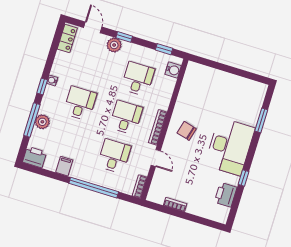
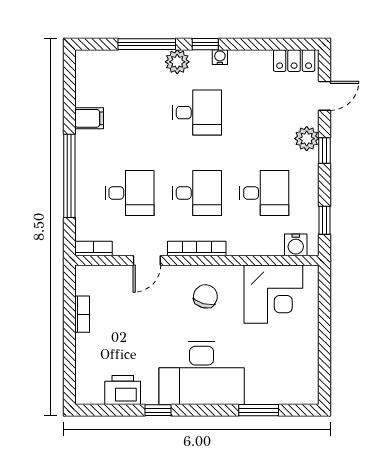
corner desk: (197, 92) -> (273, 294), added
plant: (42, 122) -> (177, 62), moved
printer: (35, 157) -> (89, 67), removed

